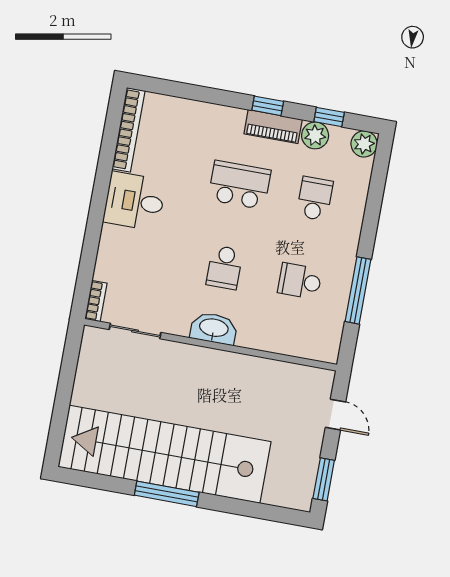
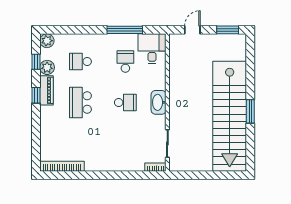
desk: (135, 201) -> (152, 49), moved, turned 180
school desk: (300, 281) -> (125, 62), turned 180
window: (167, 494) -> (250, 111), width x0.69

